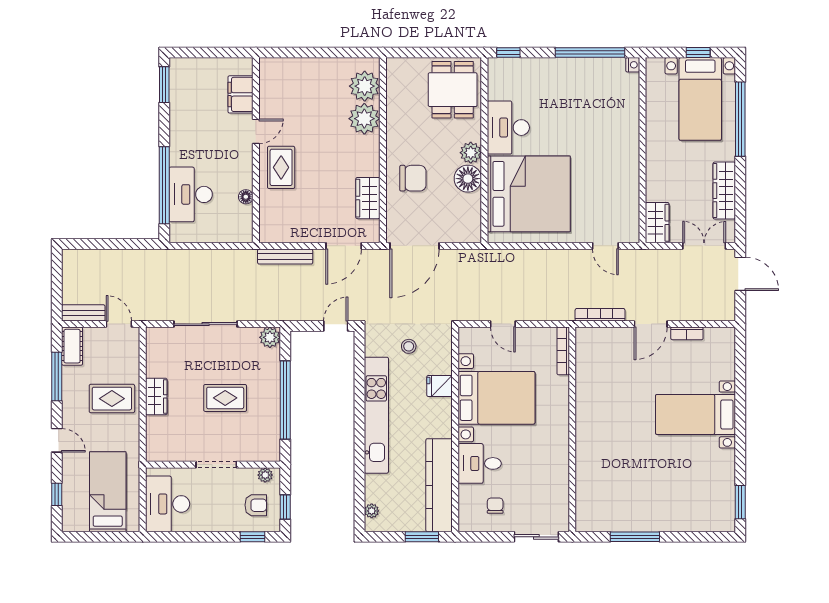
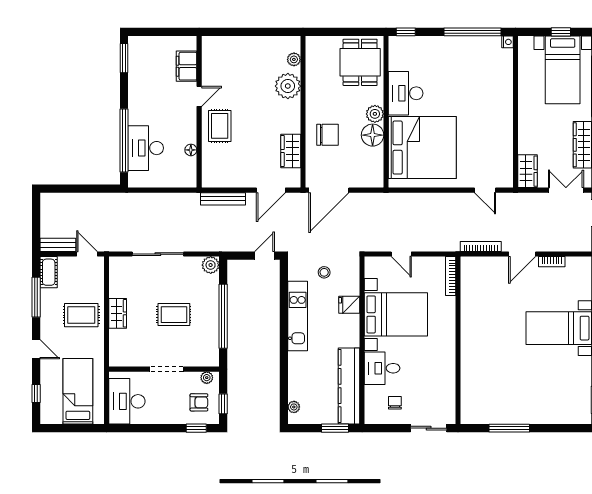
plant: (365, 86) -> (294, 59), width x0.53, depth x0.53
kitchen unit: (376, 415) -> (298, 316), width x0.73

